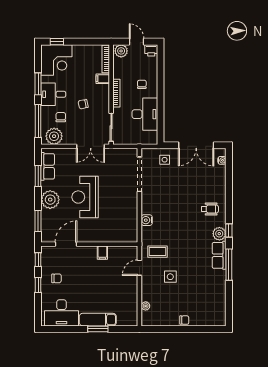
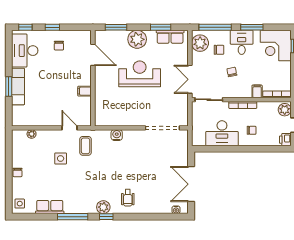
side table: (165, 160) -> (20, 204), moved
row of seats: (219, 255) -> (50, 207), moved
window: (38, 260) -> (25, 27), moved

